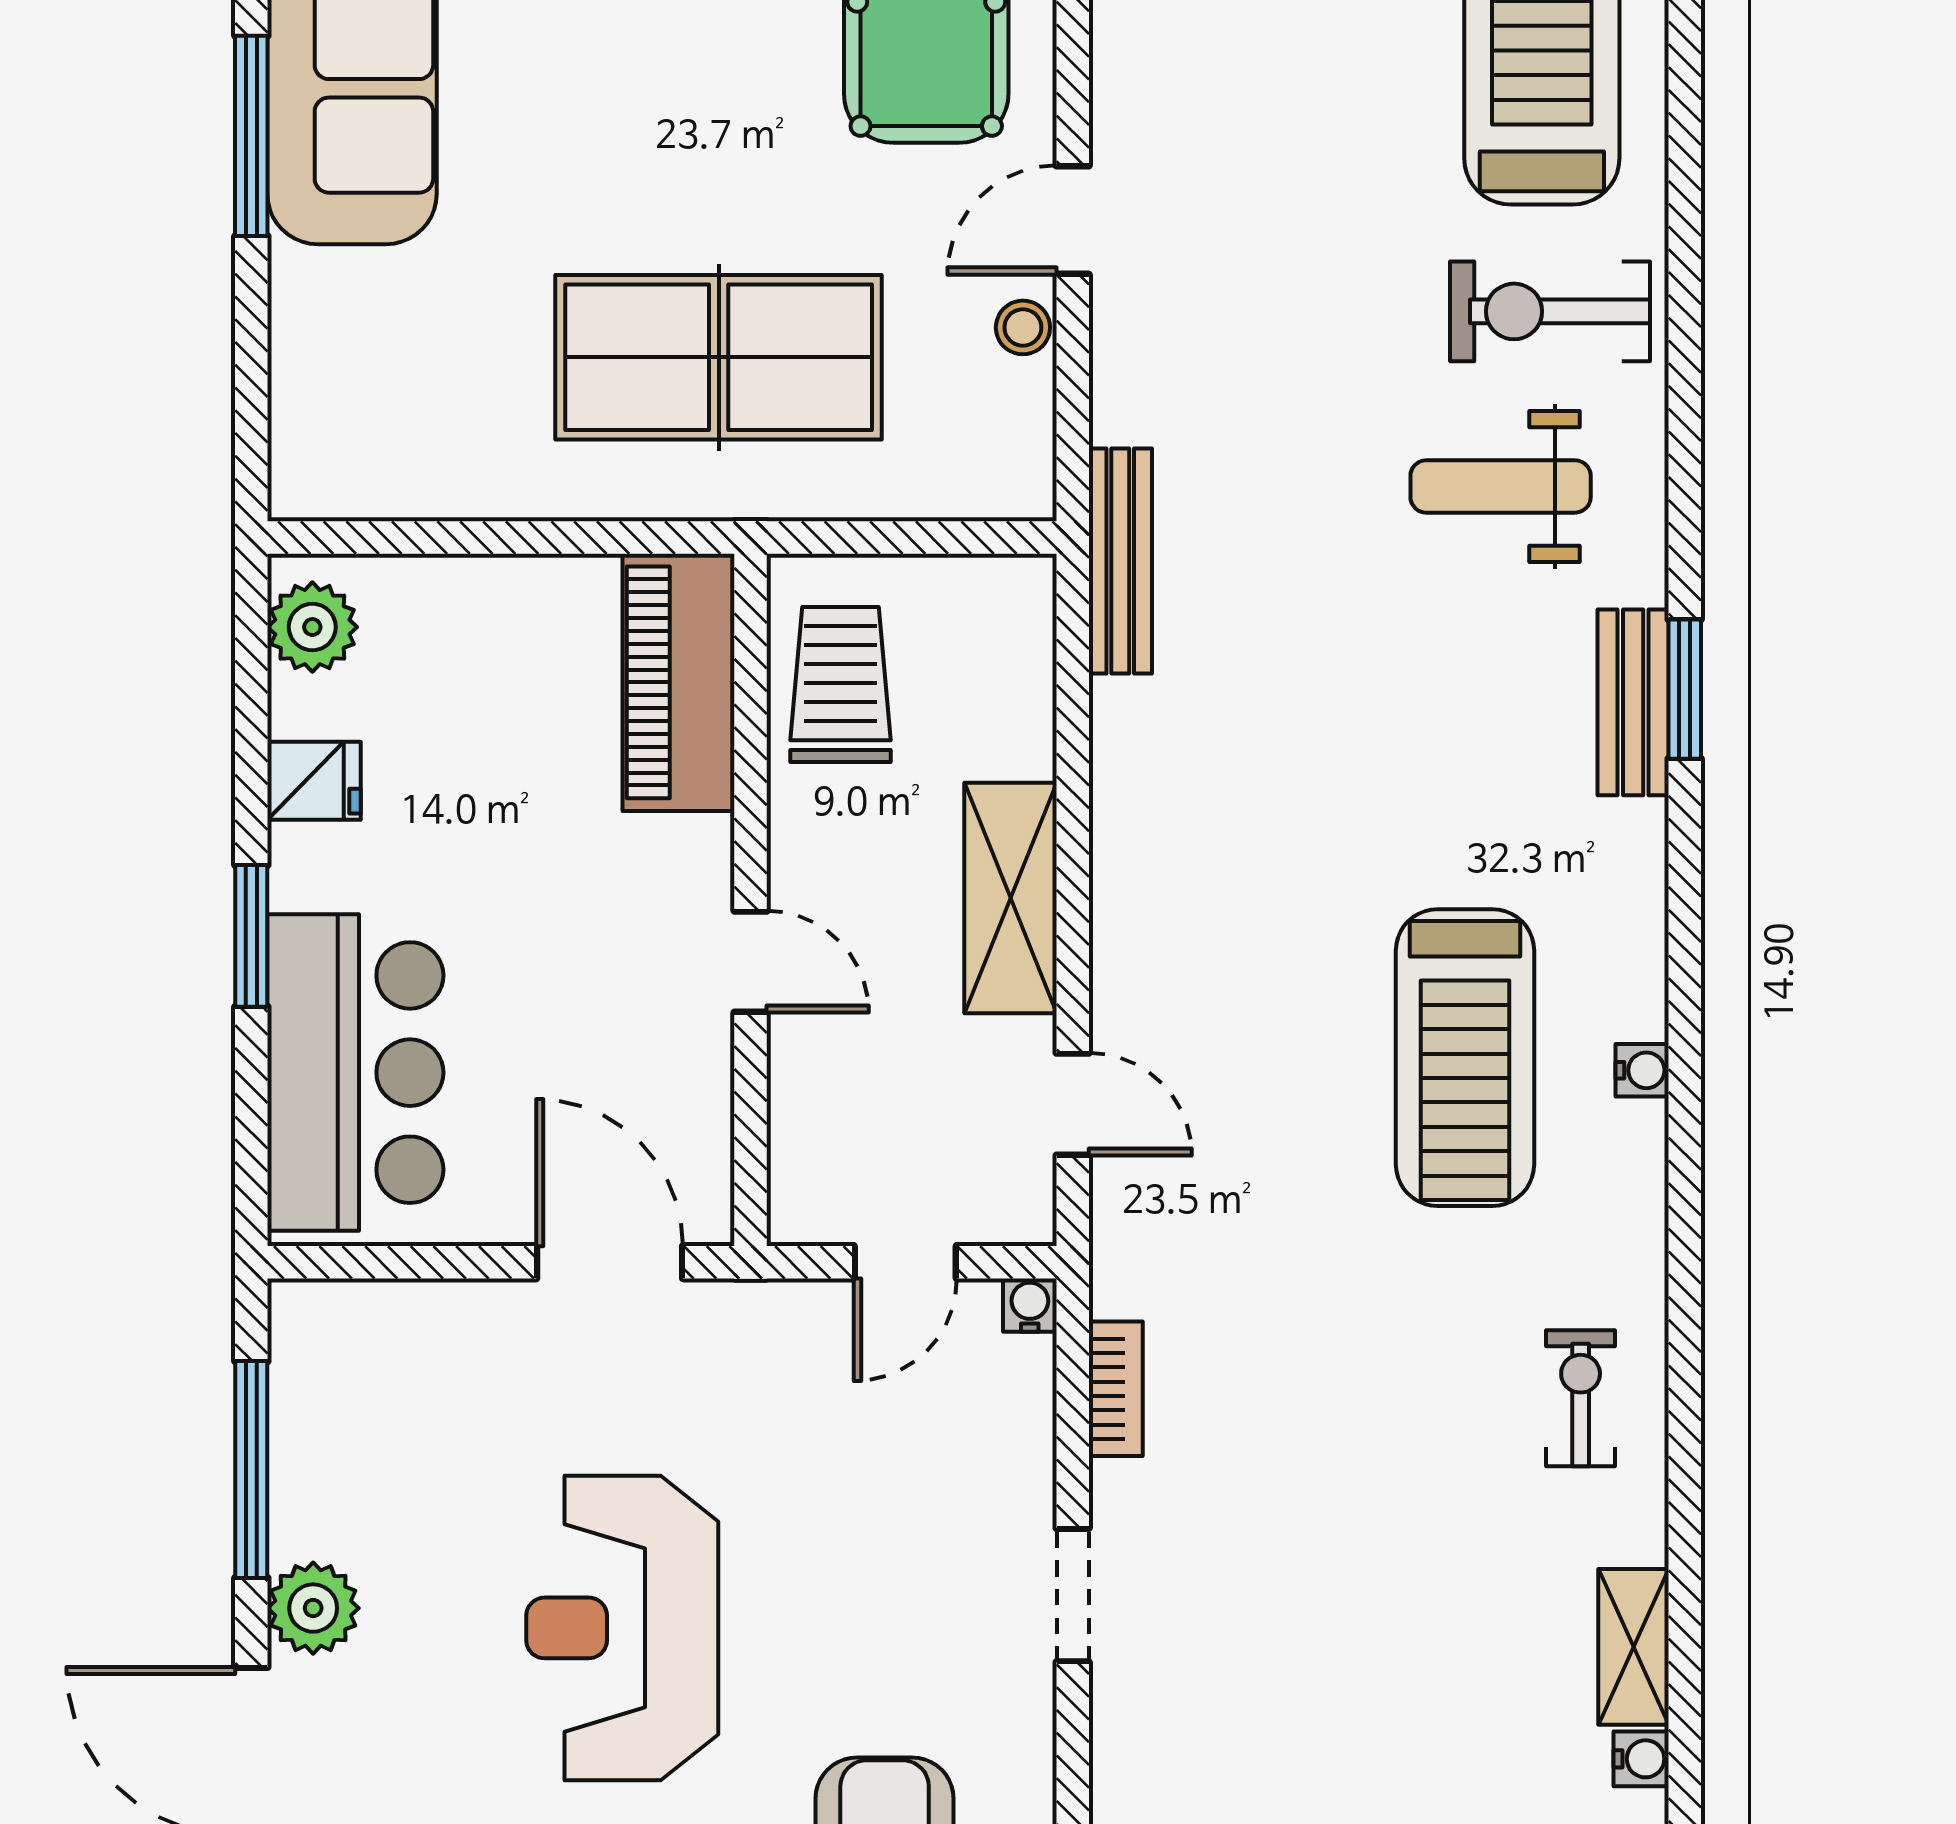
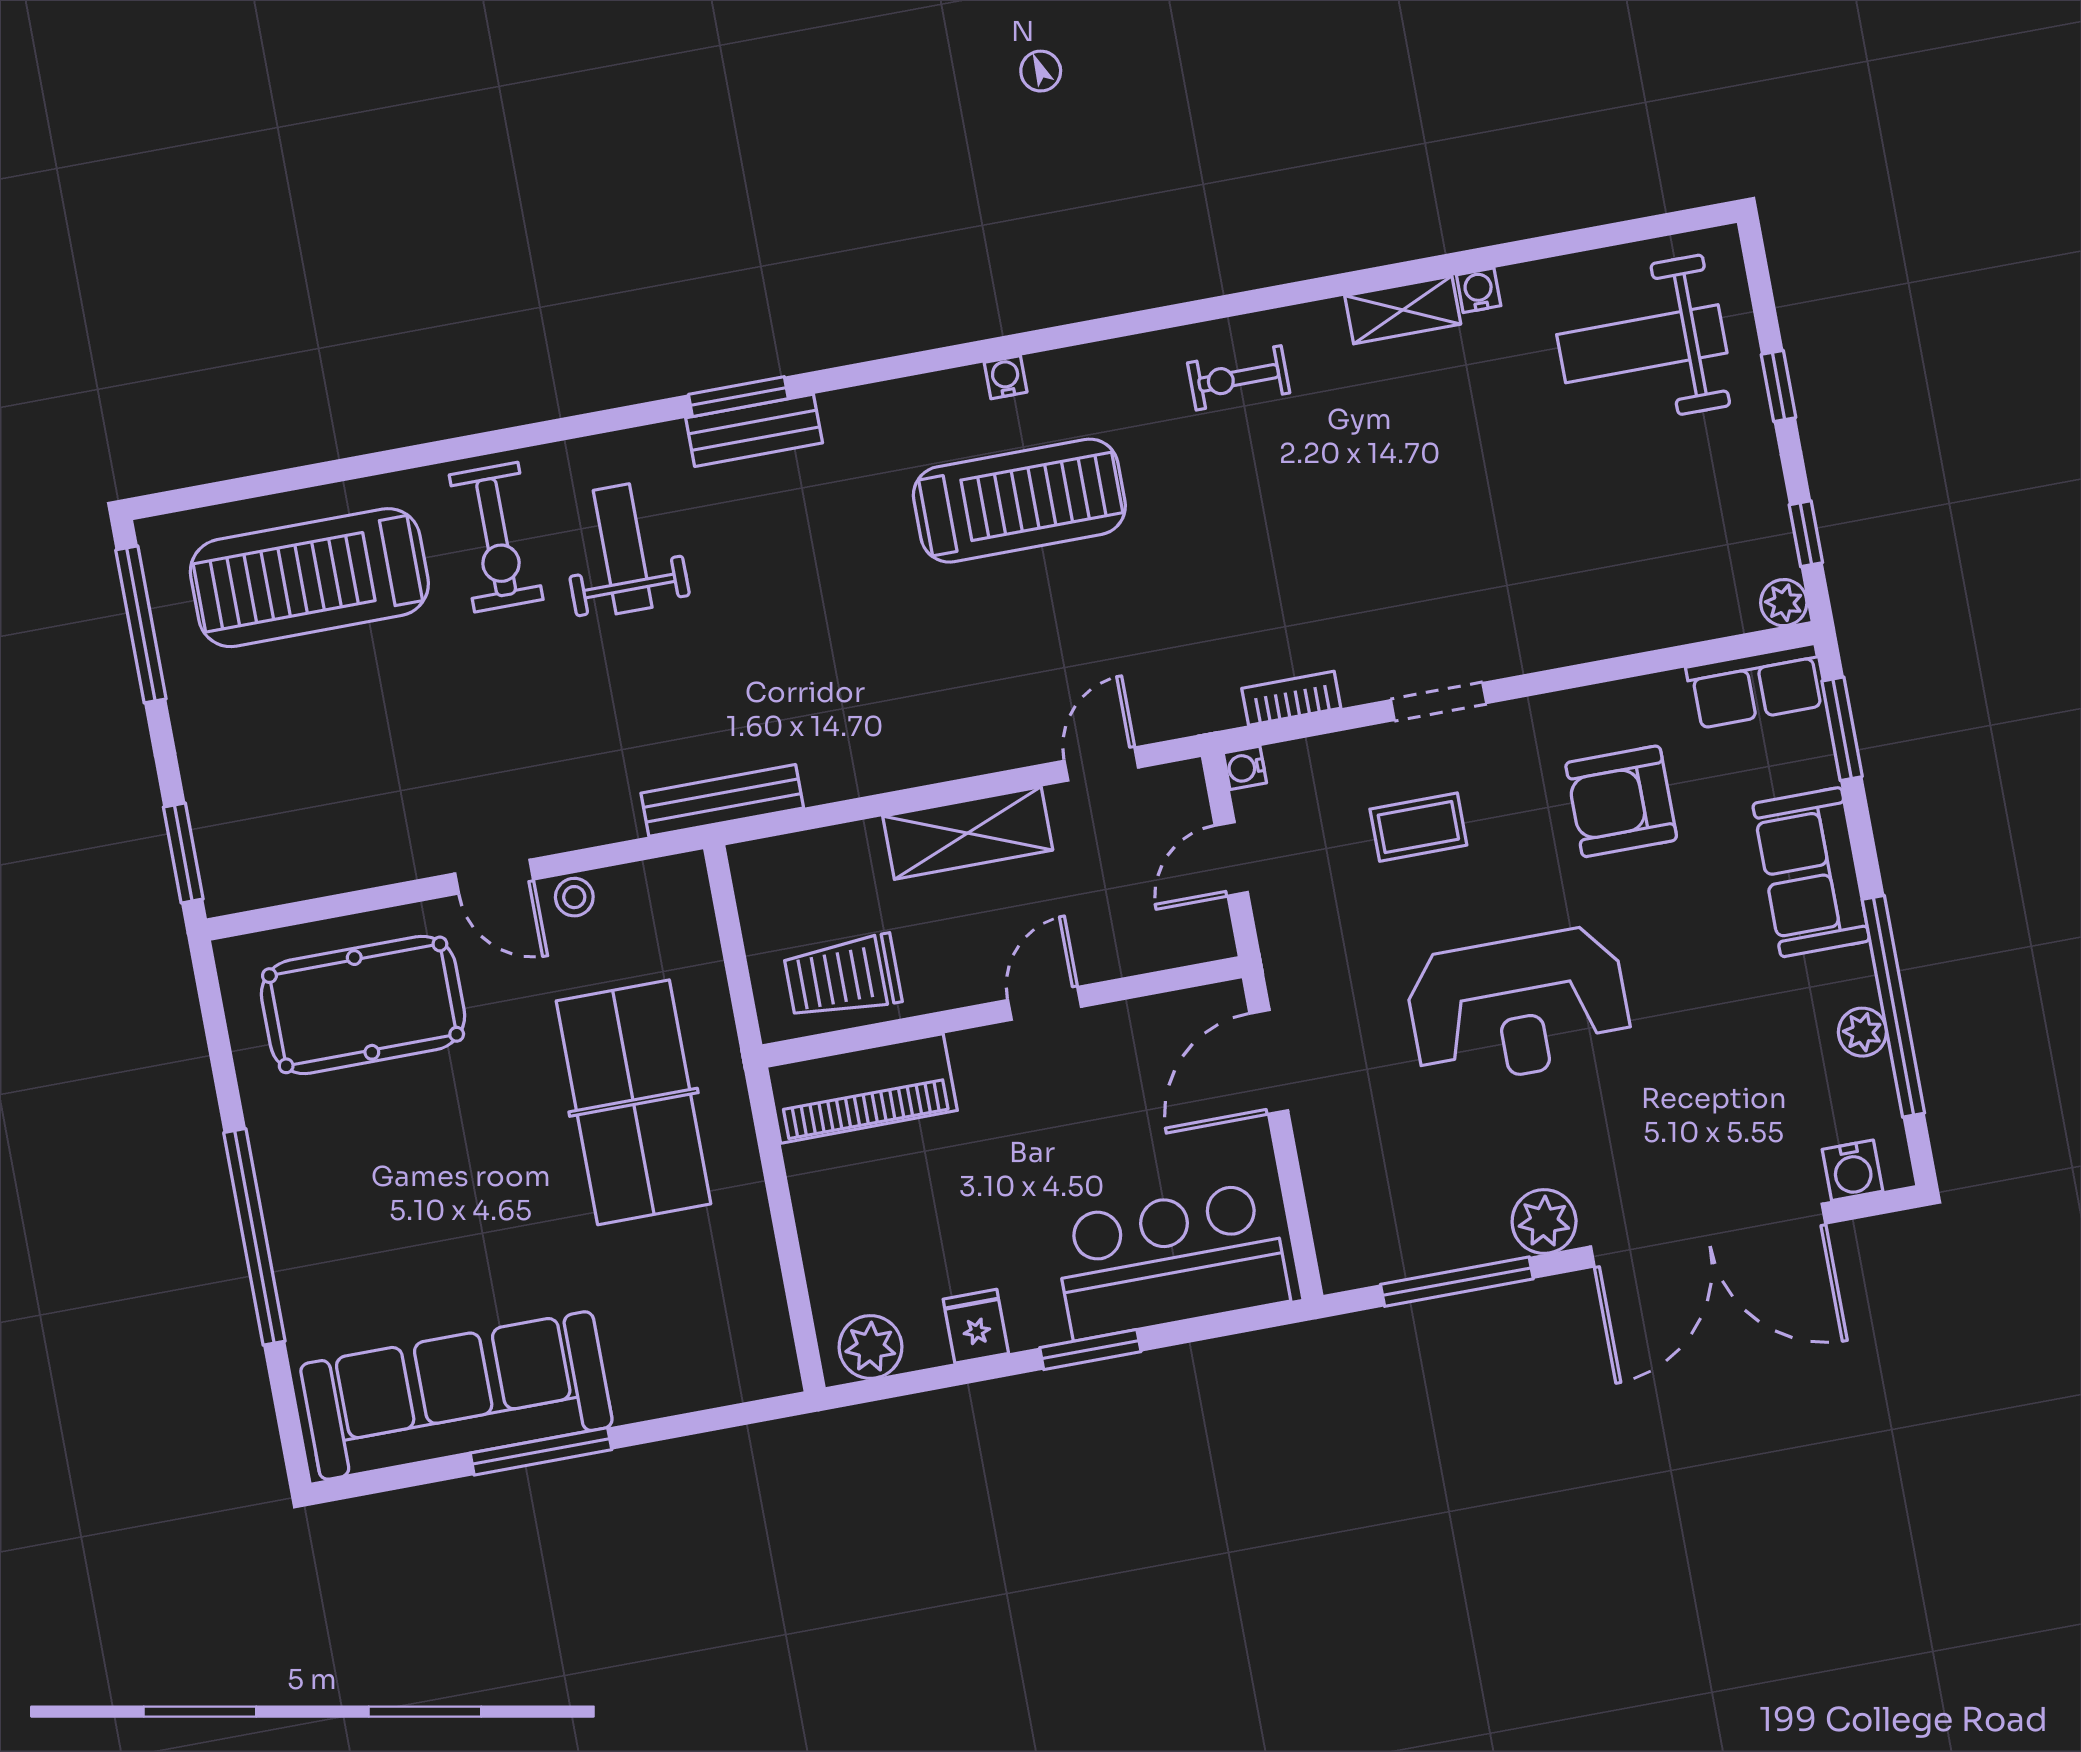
weight bench: (1501, 486) -> (623, 549), turned 180
door: (905, 1262) -> (1231, 859), swing flipped
coffee table: (901, 1534) -> (1418, 827), added

